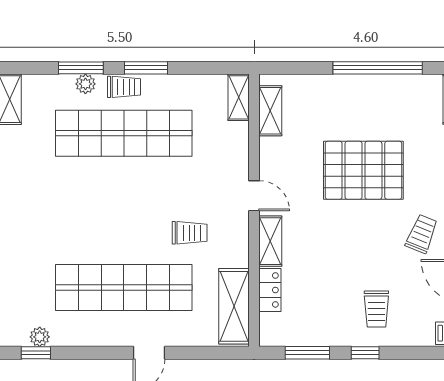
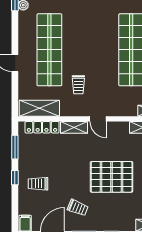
pallet: (363, 170) -> (112, 177), turned 90
door: (254, 196) -> (98, 119), hinge flipped
locker: (270, 290) -> (42, 127), width x1.53

